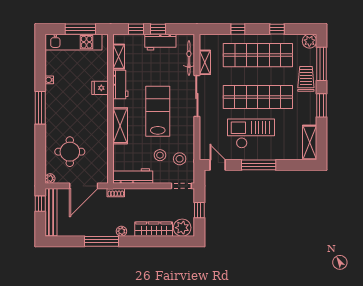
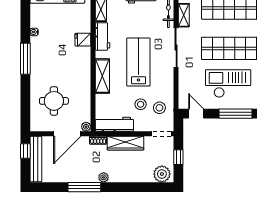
plant: (50, 178) -> (86, 127), moved
wardrobe: (154, 229) -> (125, 143), moved, turned 180

